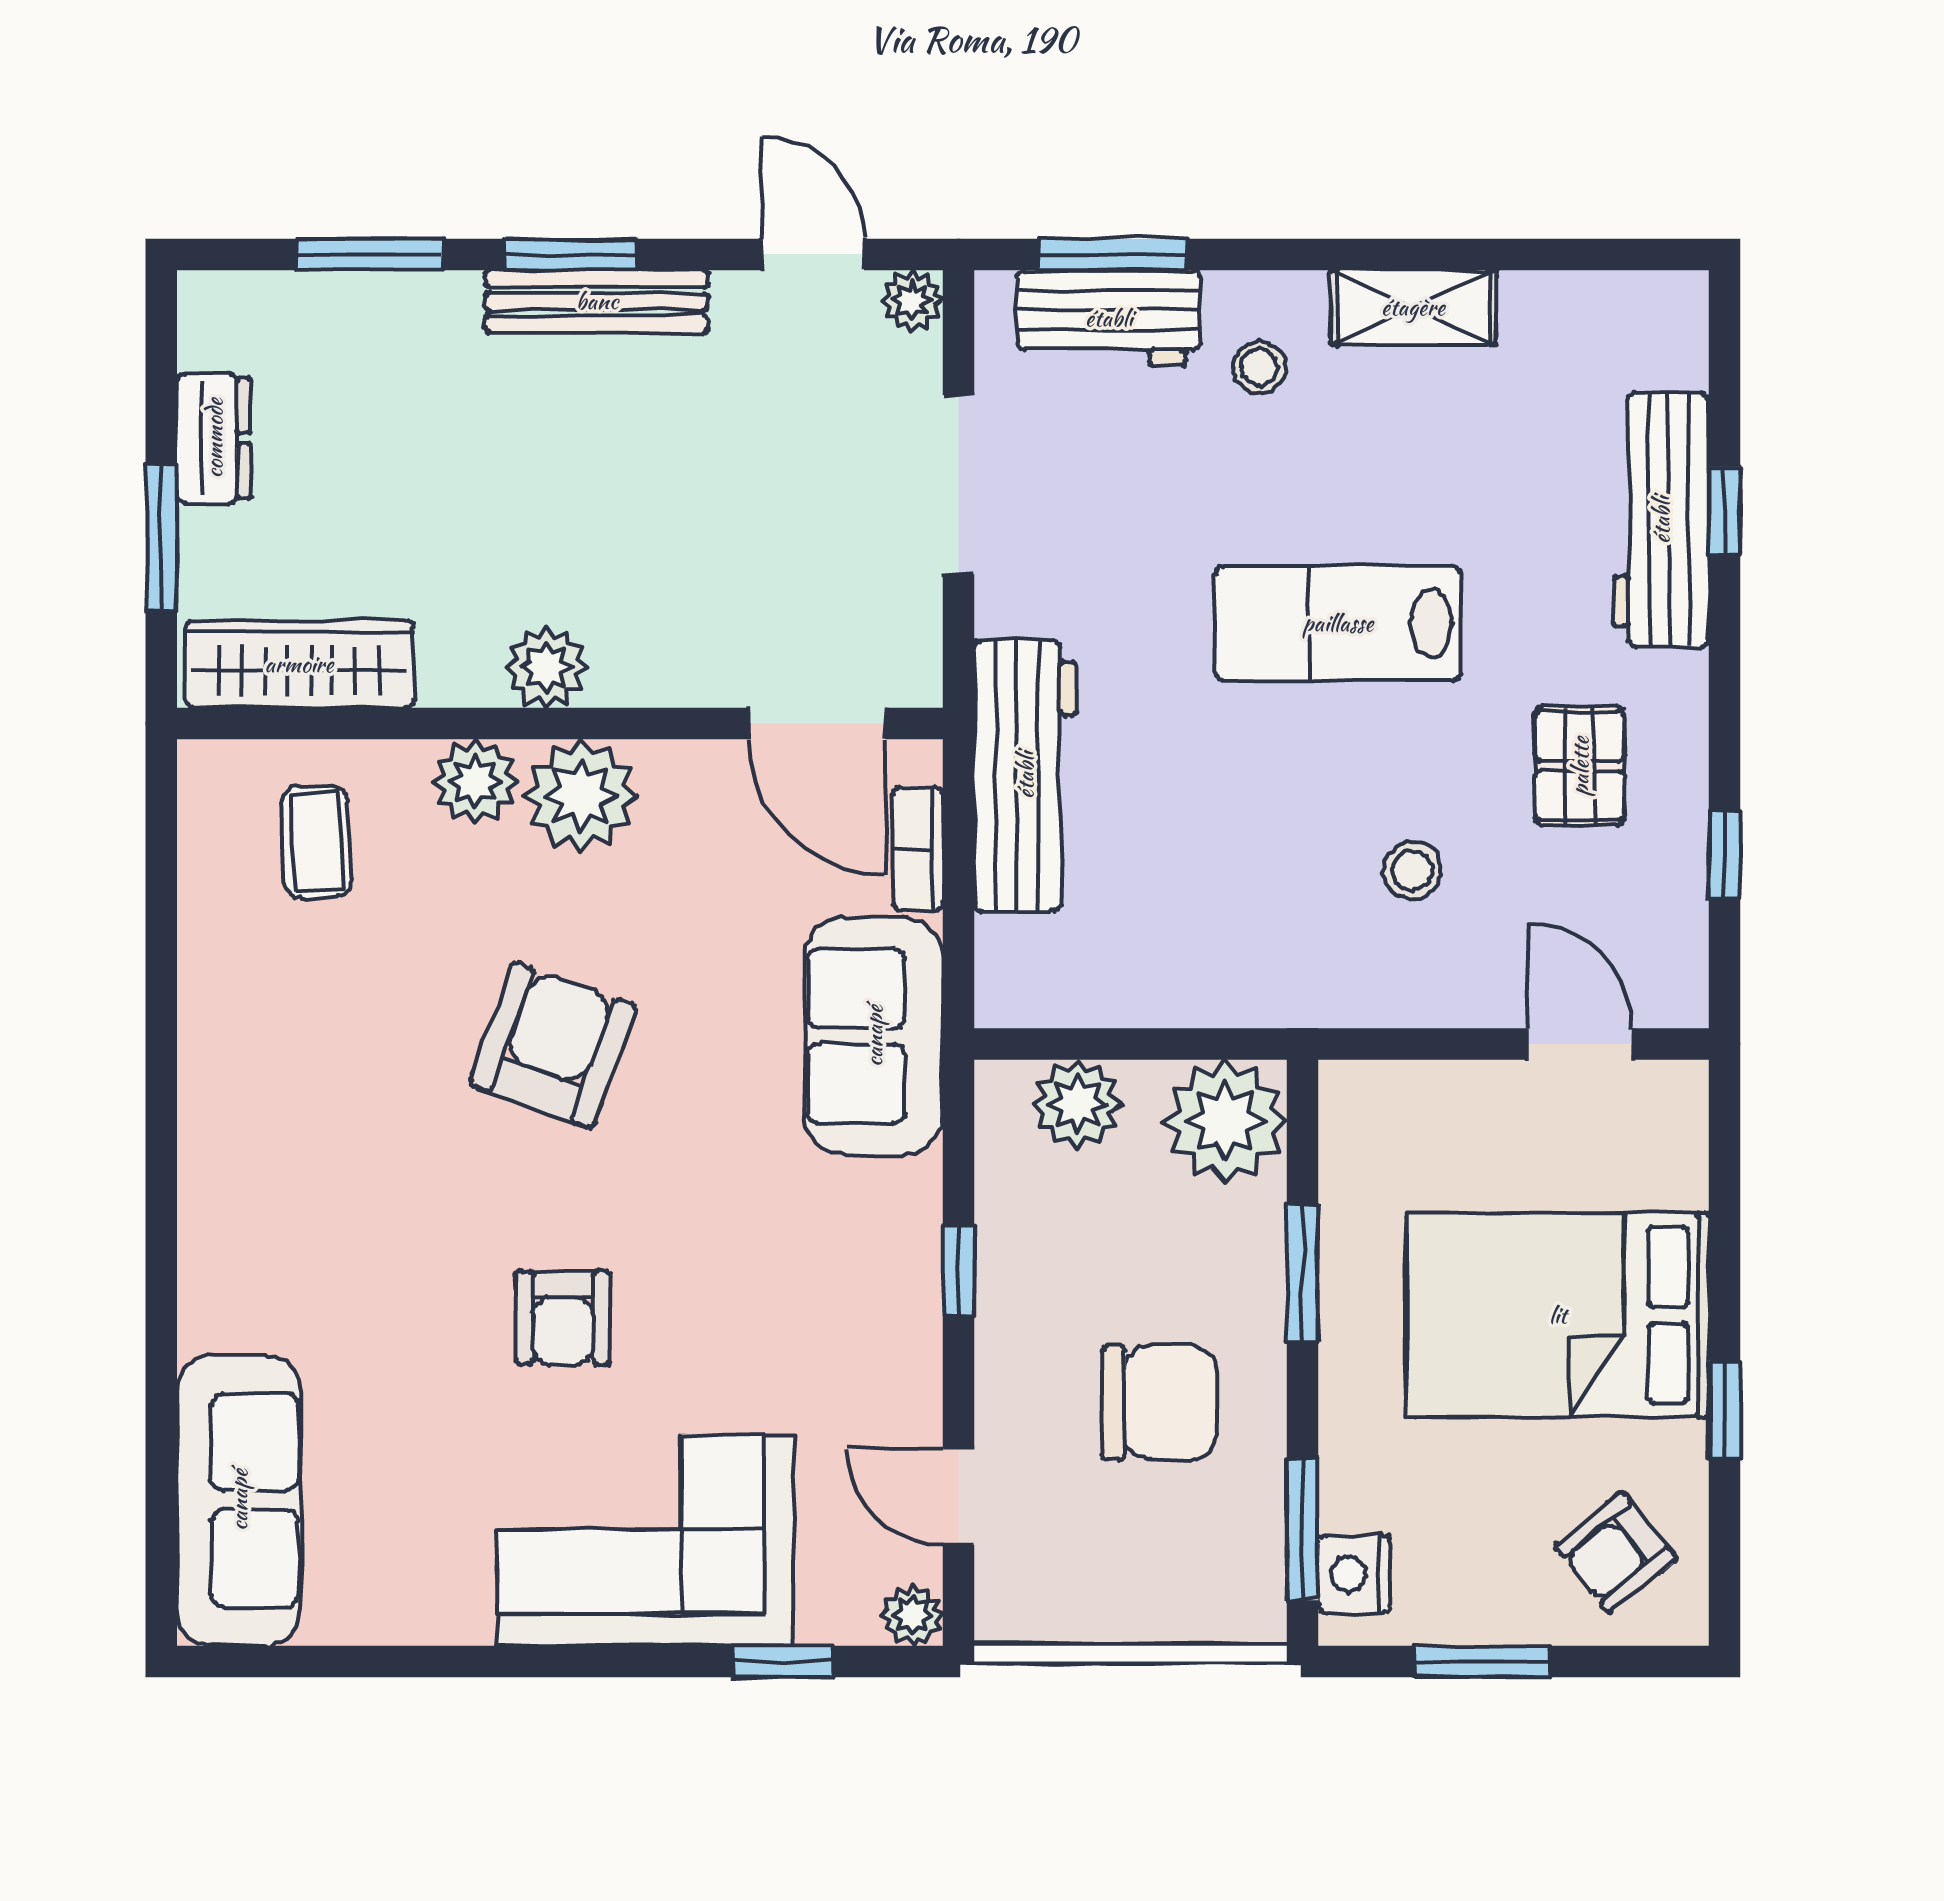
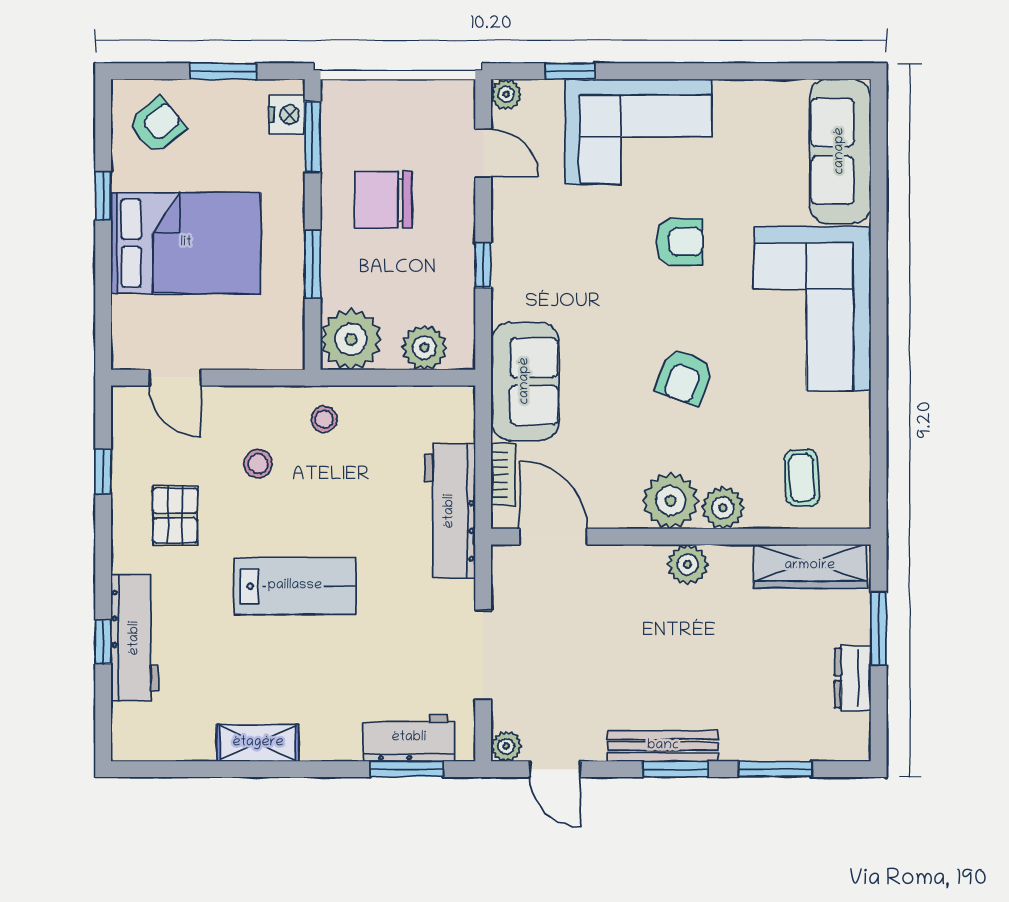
stool: (1260, 367) -> (324, 419), moved
armchair: (553, 1045) -> (684, 377), width x0.72, depth x0.72
corner sofa: (295, 1183) -> (812, 309), added
armchair: (563, 1318) -> (679, 242), turned 90

